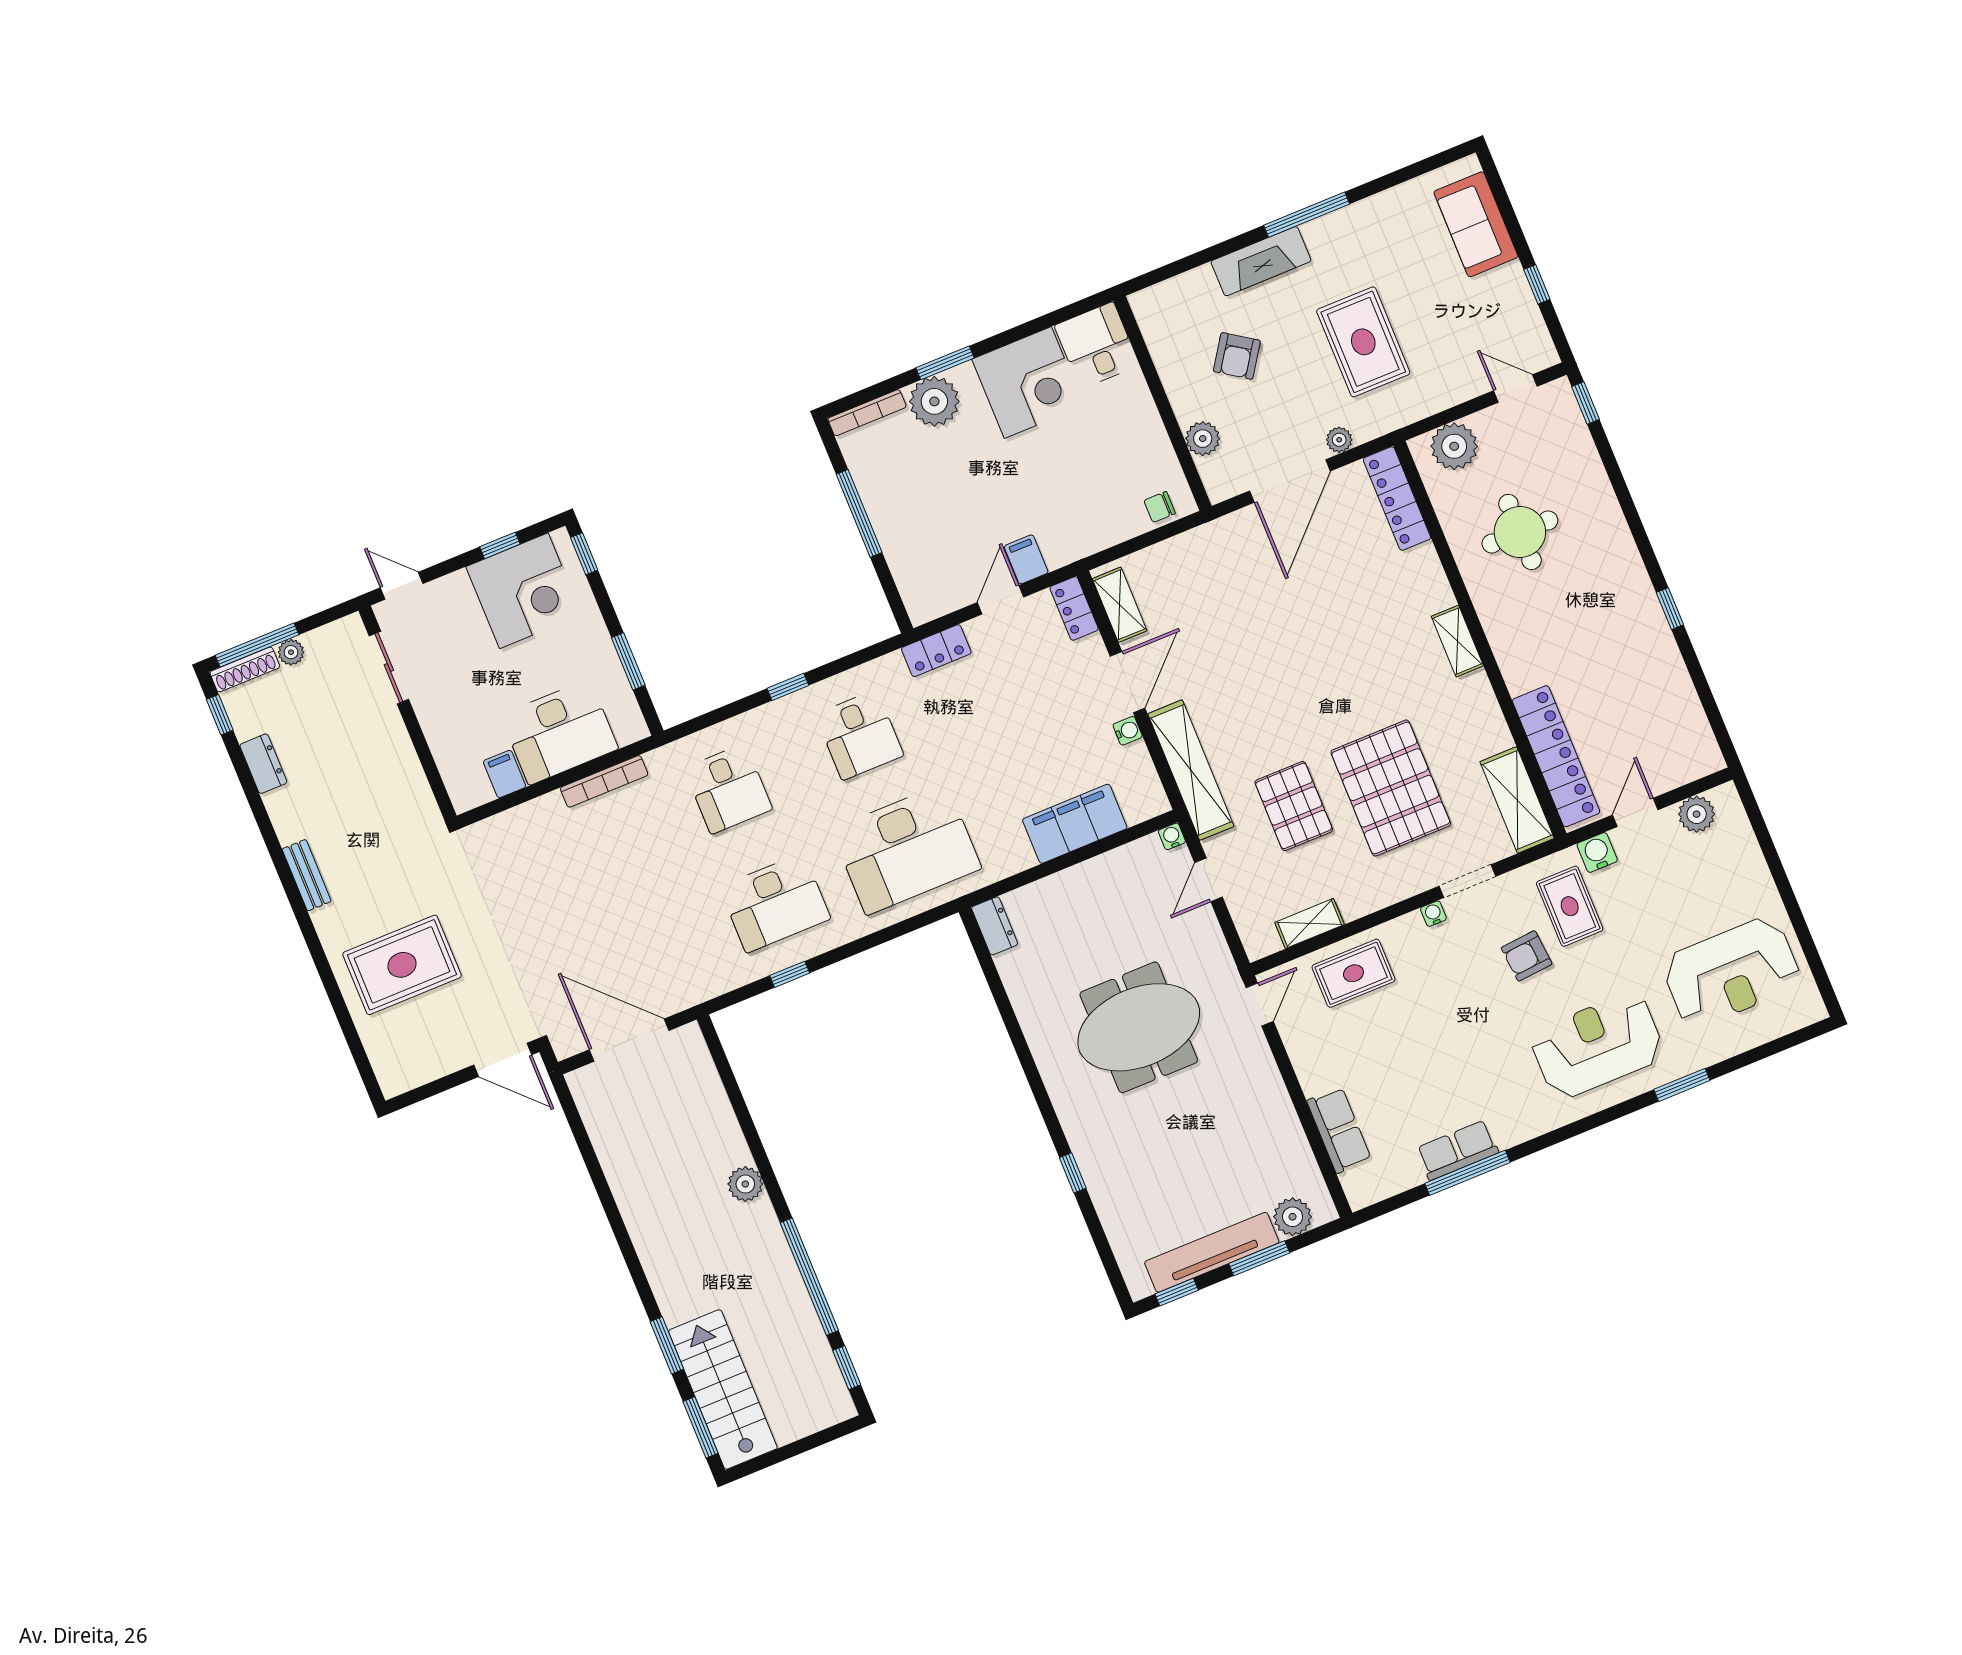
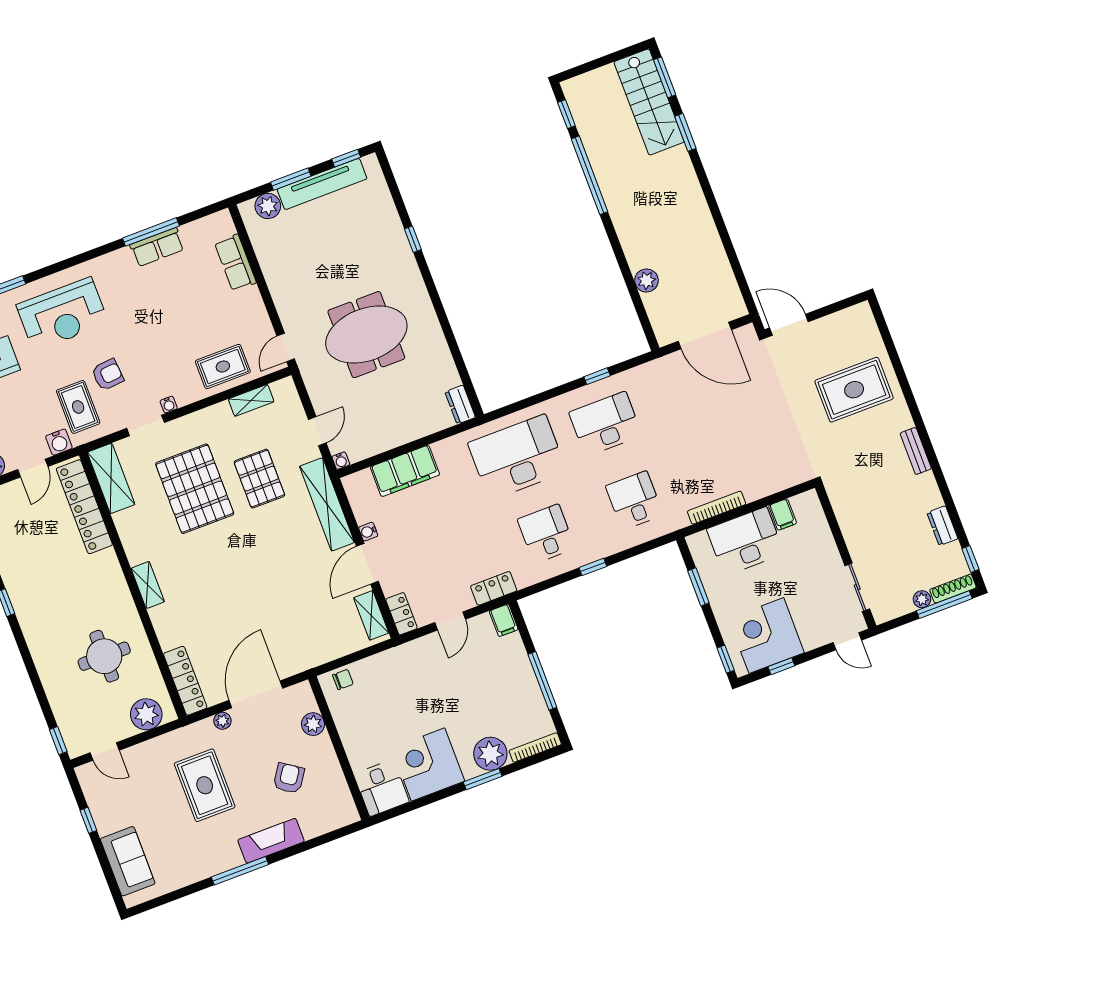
filing cabinet: (1026, 559) -> (504, 620), moved
plant: (745, 1184) -> (646, 281), moved

